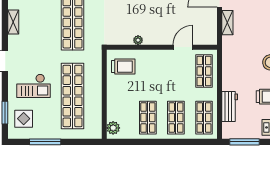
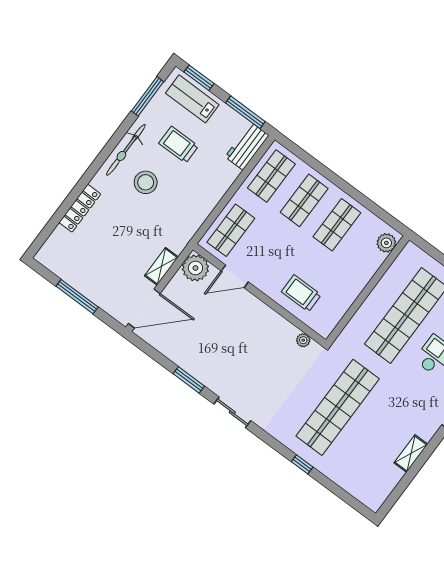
plant: (208, 36) -> (195, 268), added
plant: (138, 40) -> (303, 340), moved
trolley: (123, 67) -> (301, 293), moved
workbench: (230, 106) -> (247, 146), moved

